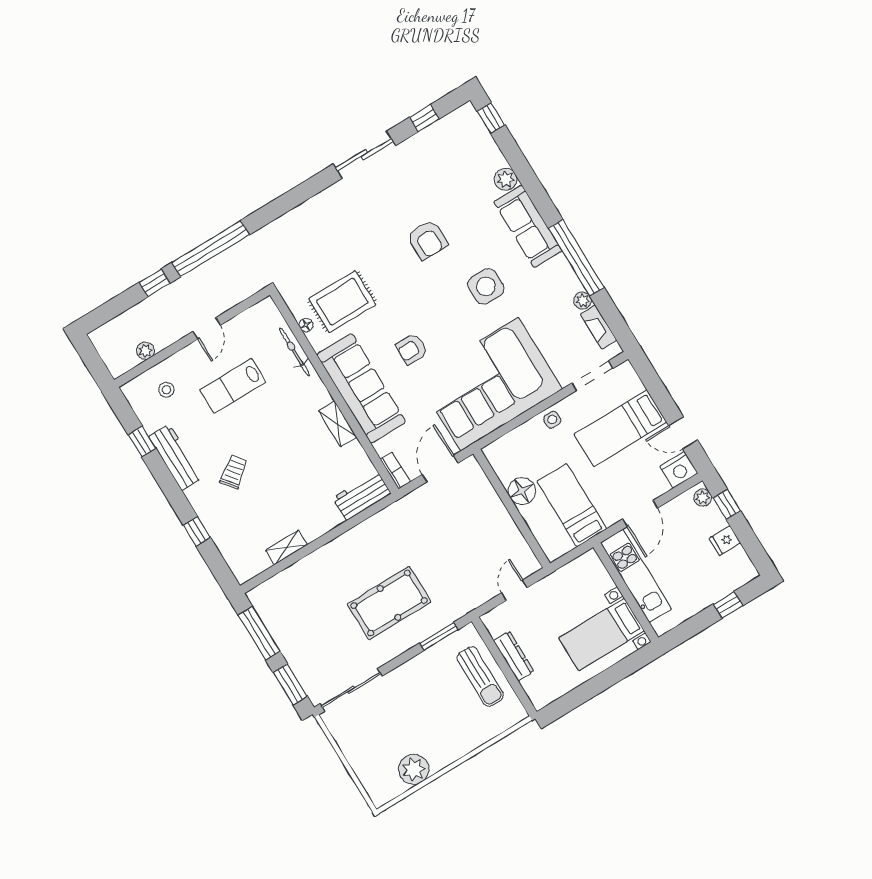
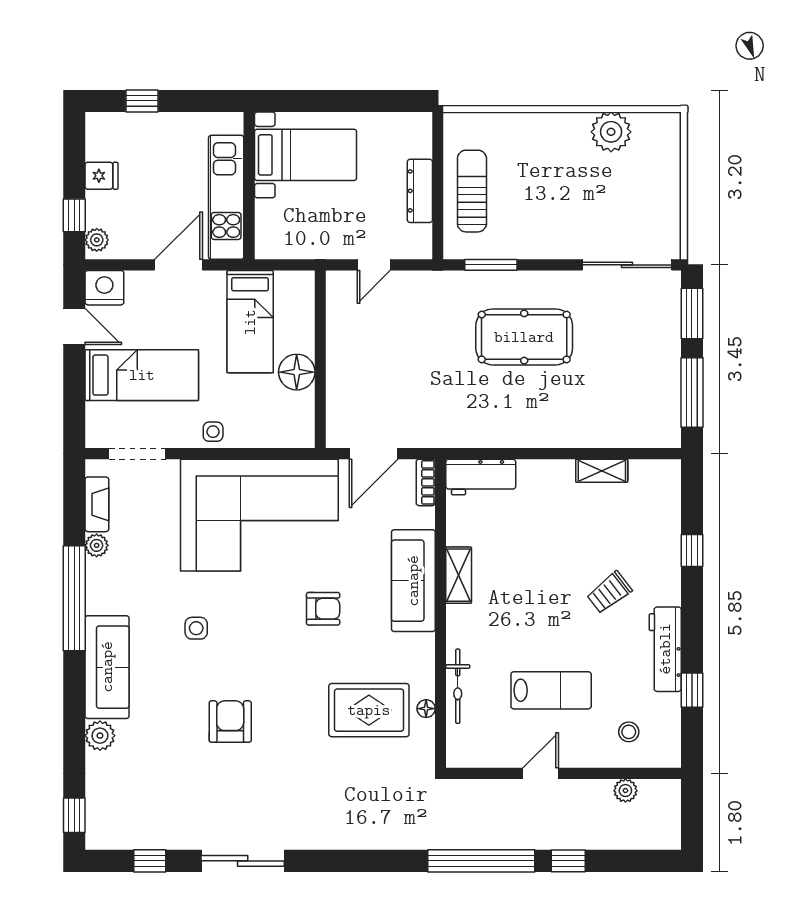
side table: (486, 286) -> (196, 628), width x0.54, depth x0.54
sofa: (361, 388) -> (413, 581), width x0.74, depth x0.79

